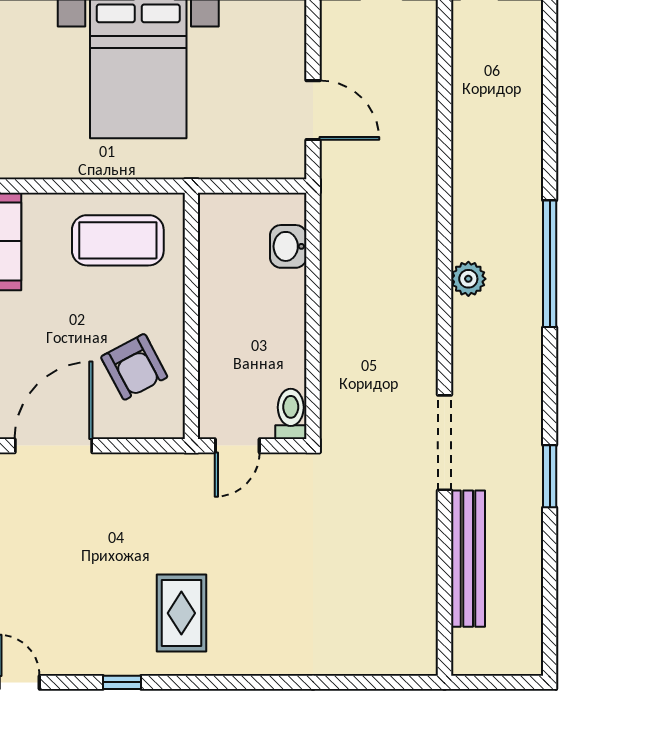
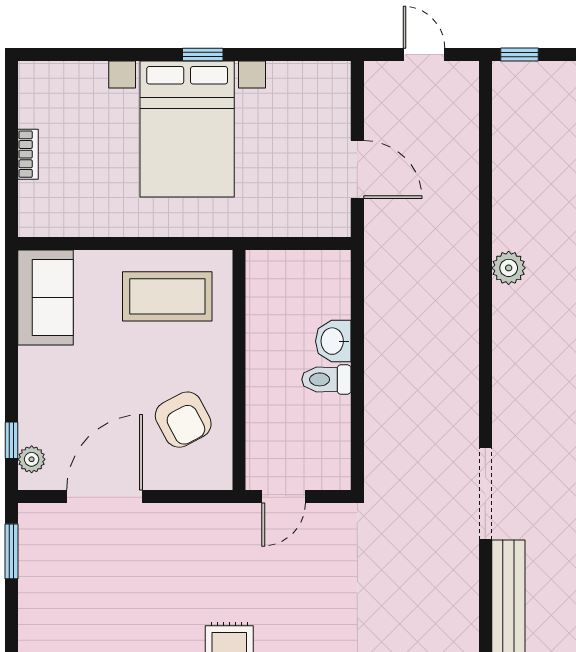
washbasin: (288, 246) -> (333, 341), moved
plant: (468, 279) -> (509, 268), moved
toilet: (291, 414) -> (326, 379), moved, turned -90

